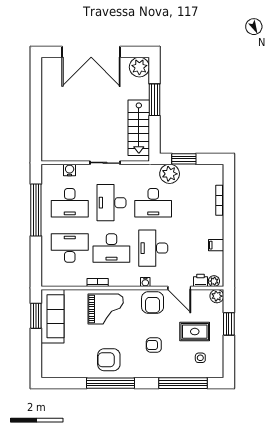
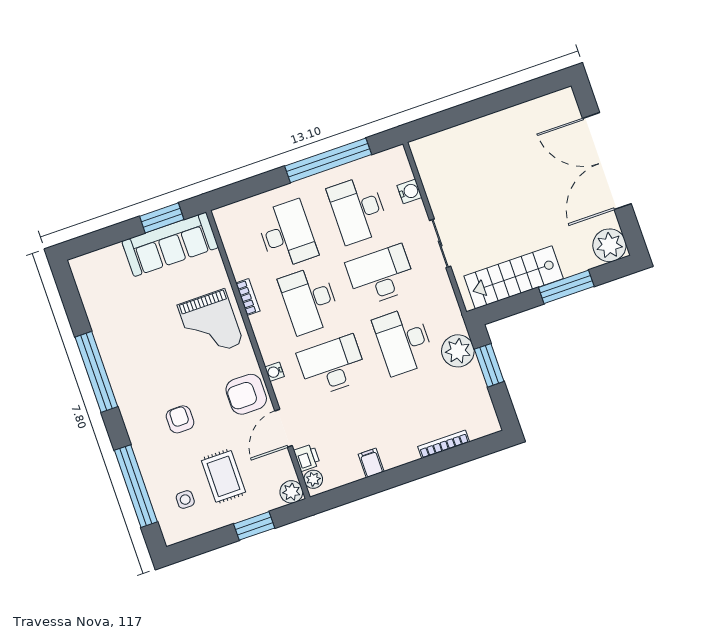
armchair: (109, 360) -> (132, 357), removed

